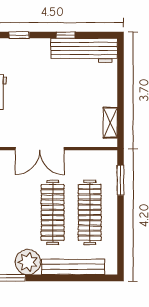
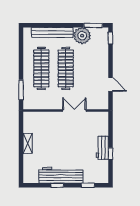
workbench: (84, 50) -> (61, 175), moved
shelving: (110, 123) -> (28, 143), moved
double door: (40, 149) -> (74, 110), width x0.73

